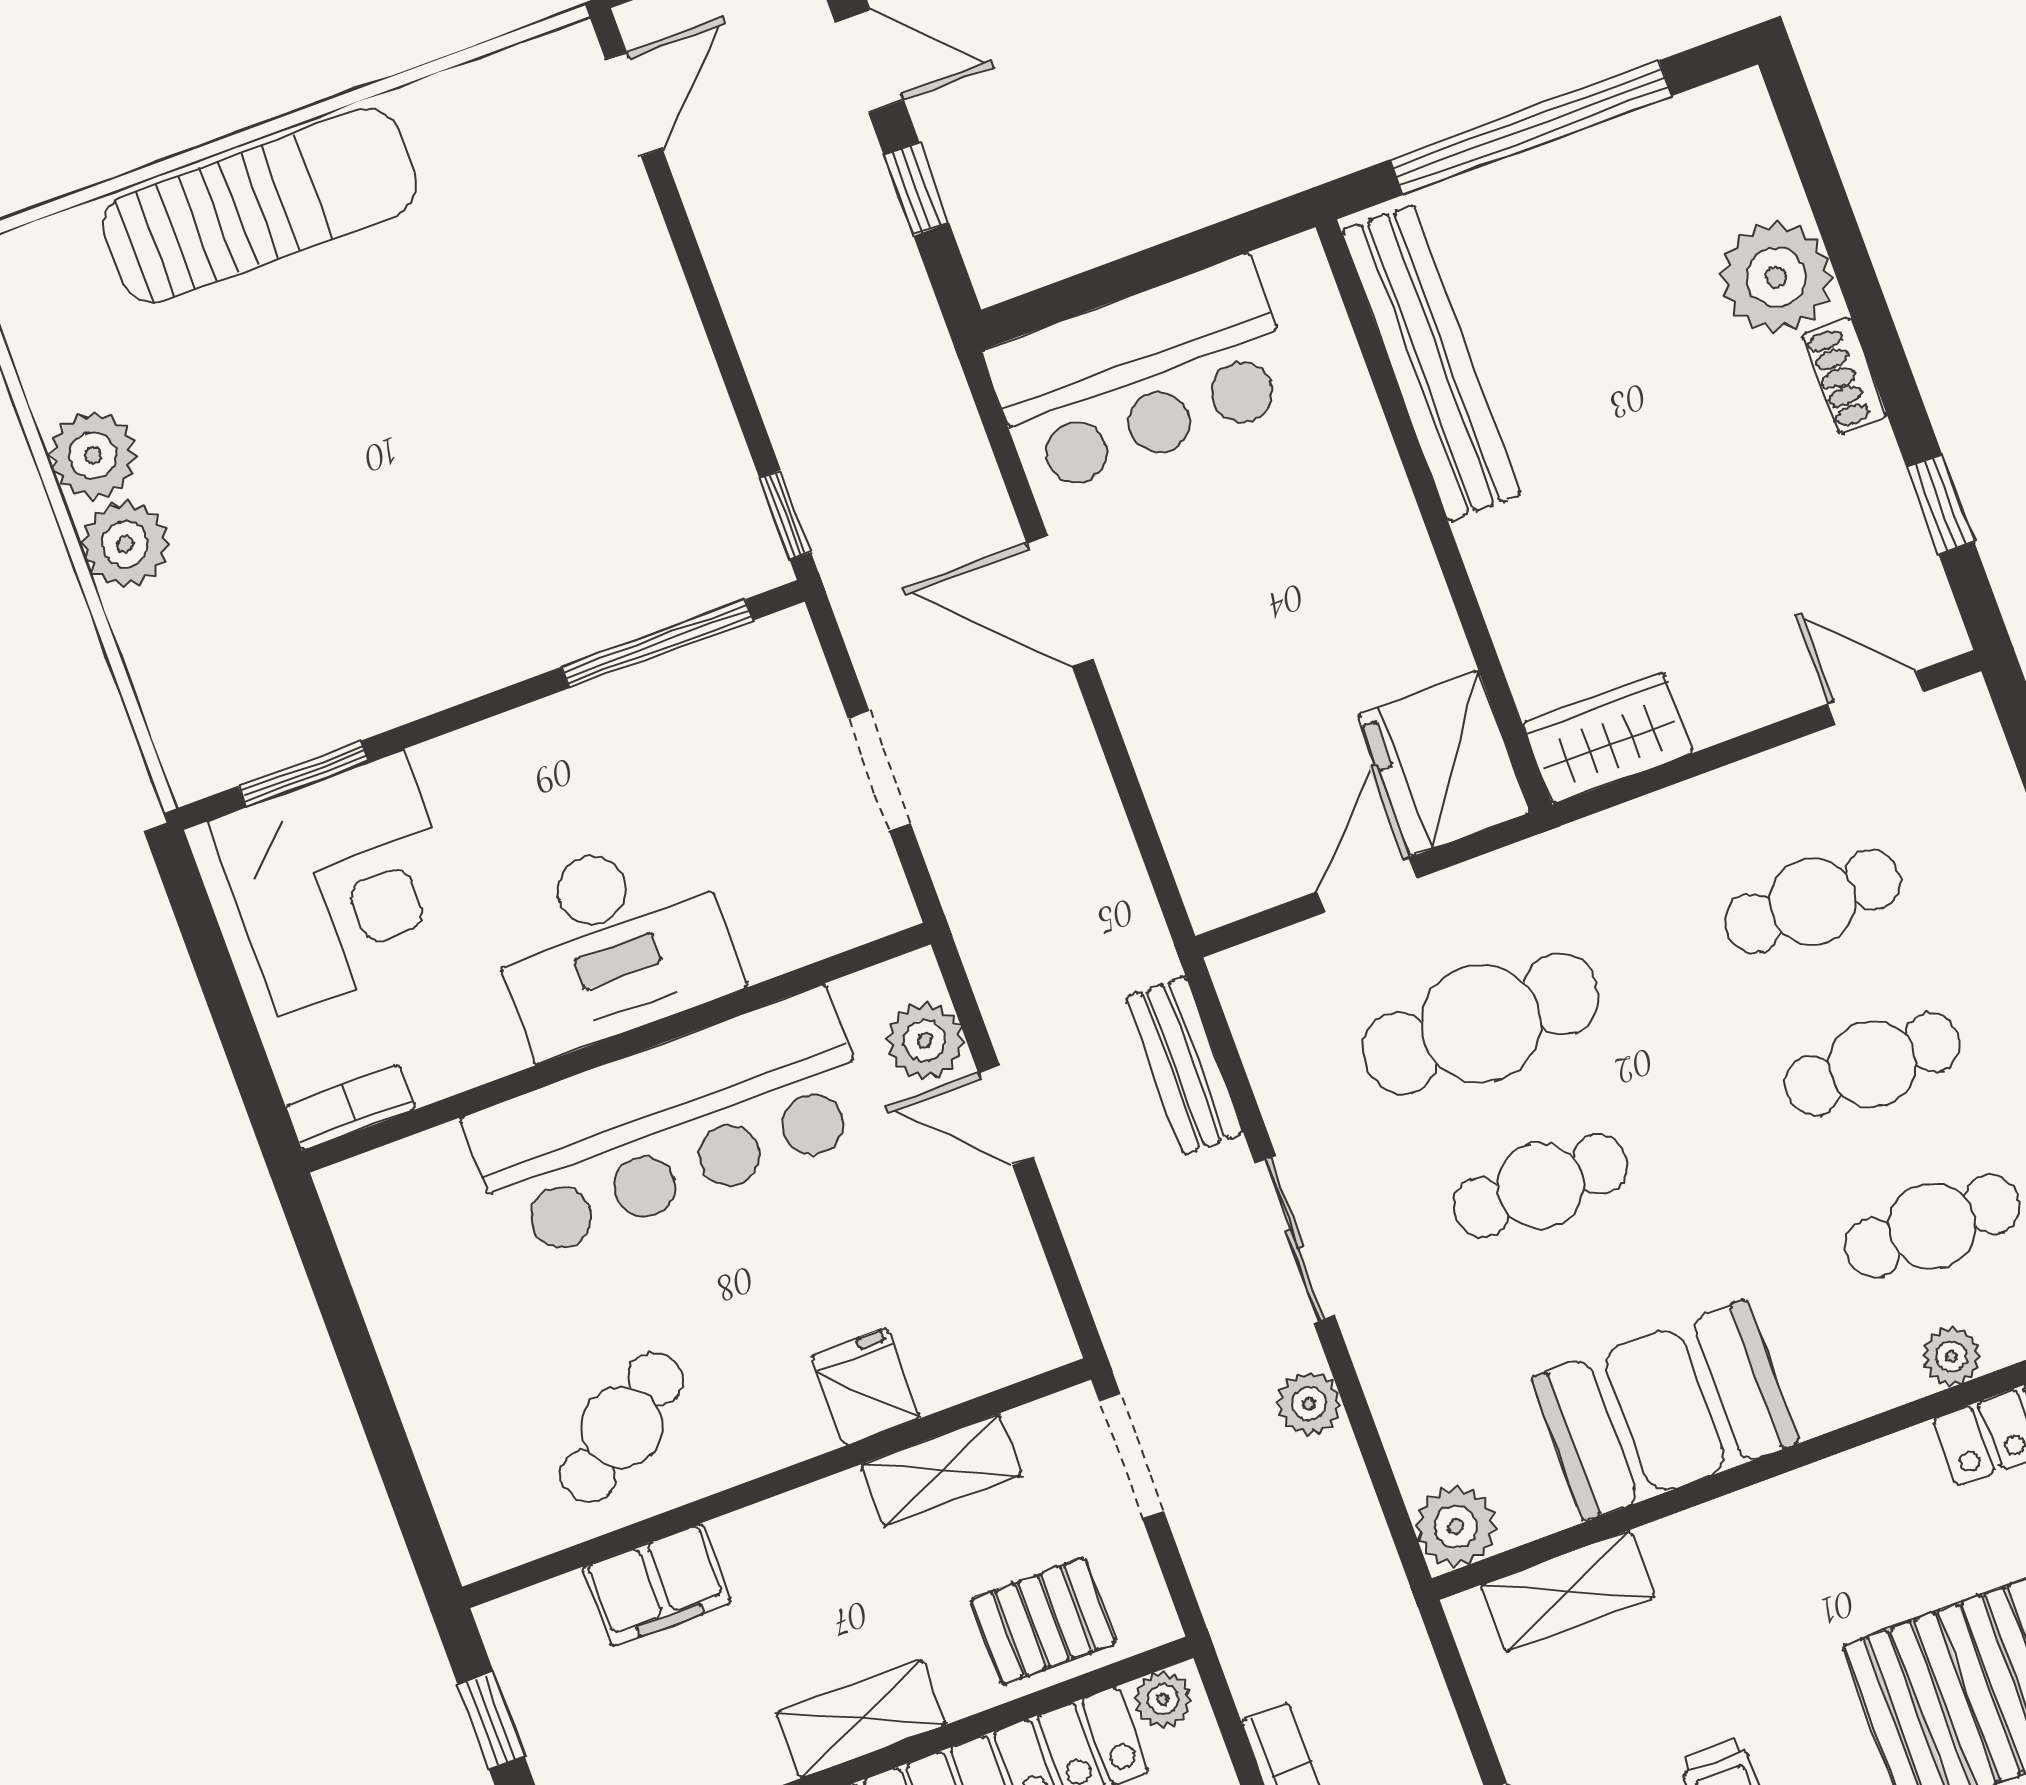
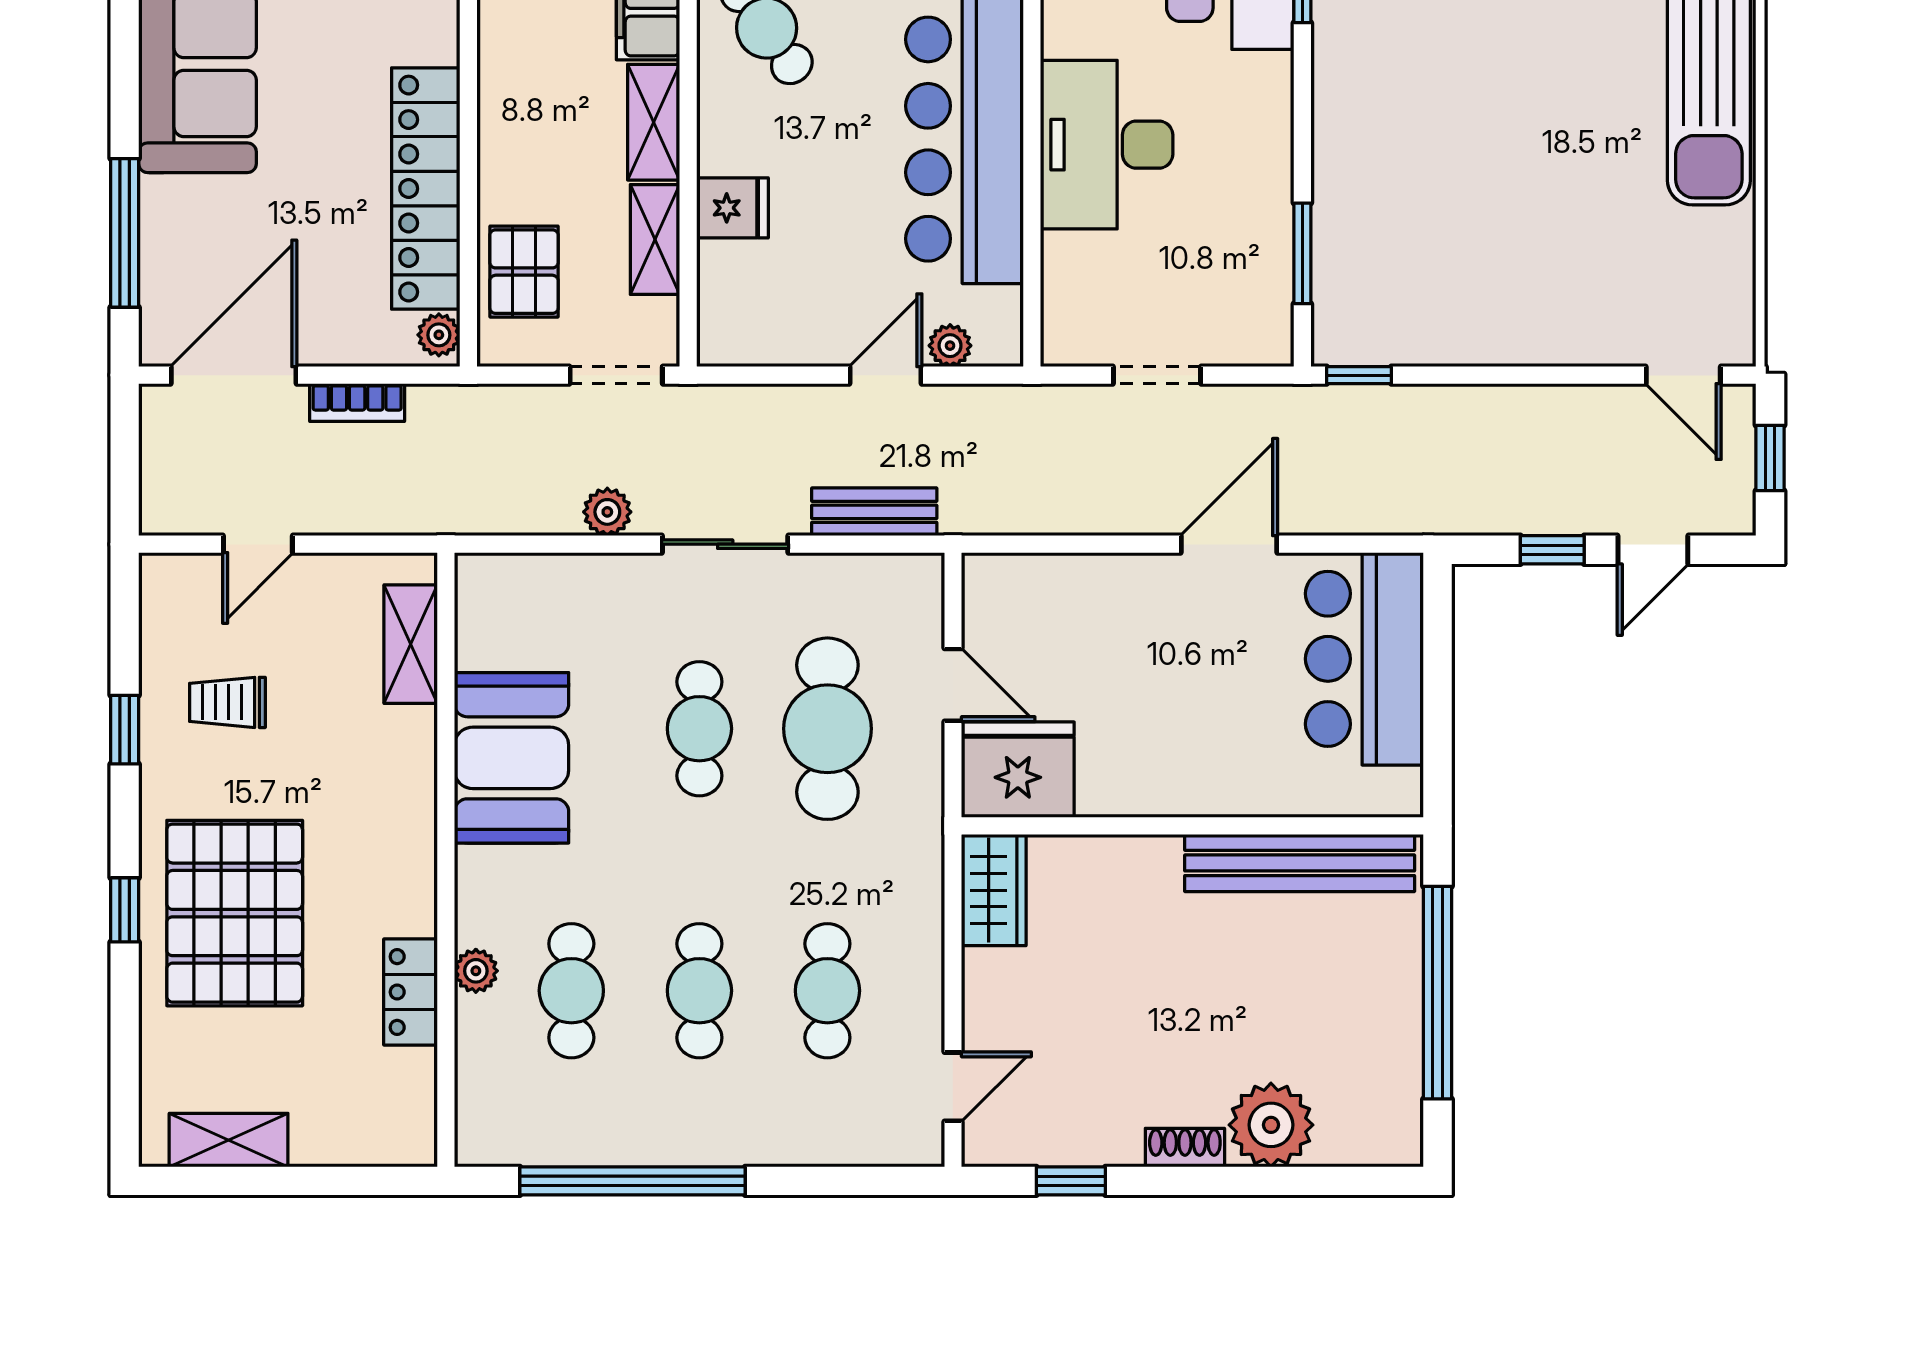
window: (657, 644) -> (1302, 253), width x0.69
plant: (925, 1041) -> (950, 346), width x0.73, depth x0.73
plant: (1456, 1527) -> (484, 583), removed
shelving: (861, 1718) -> (654, 122), moved

